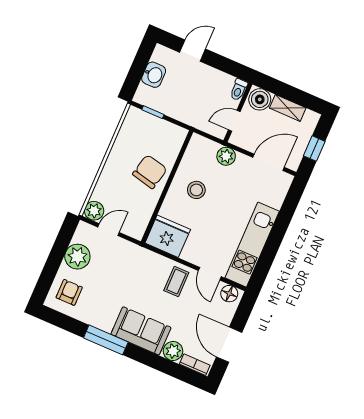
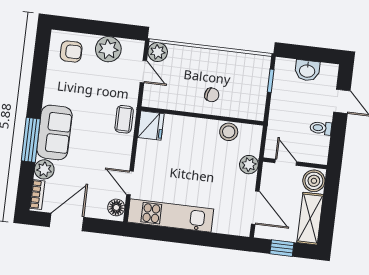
toilet: (239, 90) -> (321, 128), moved
shelving: (288, 108) -> (310, 219), width x1.50, depth x1.33
chair: (150, 172) -> (212, 95), width x0.54, depth x0.54
stool: (196, 190) -> (229, 132), moved
fridge: (168, 236) -> (151, 126), width x0.73, depth x0.75
door: (210, 274) -> (130, 183), hinge flipped
coffee table: (176, 282) -> (124, 119), moved, turned 90
window: (106, 340) -> (31, 140), moved

